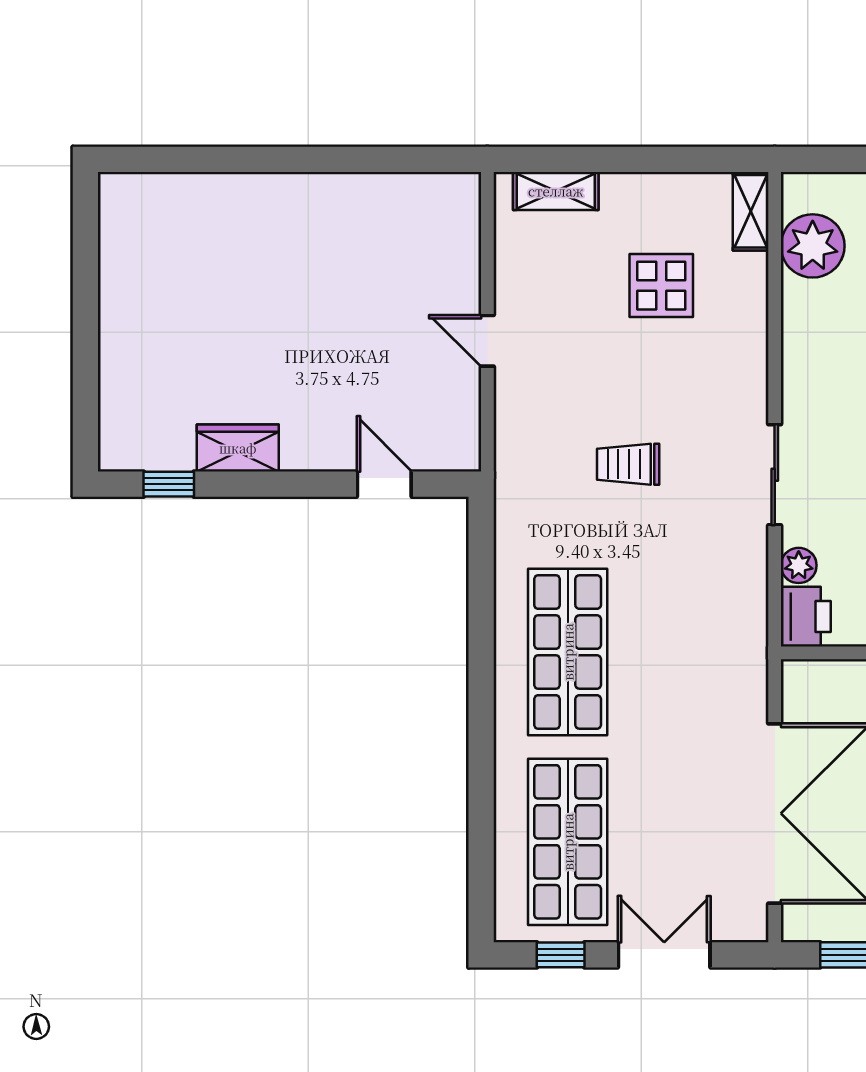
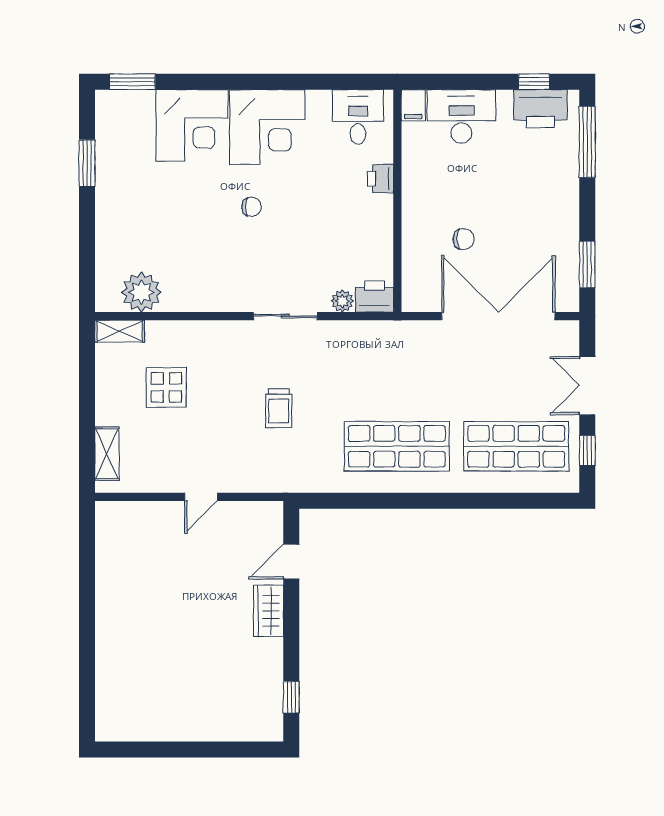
wardrobe: (238, 448) -> (269, 611), moved

